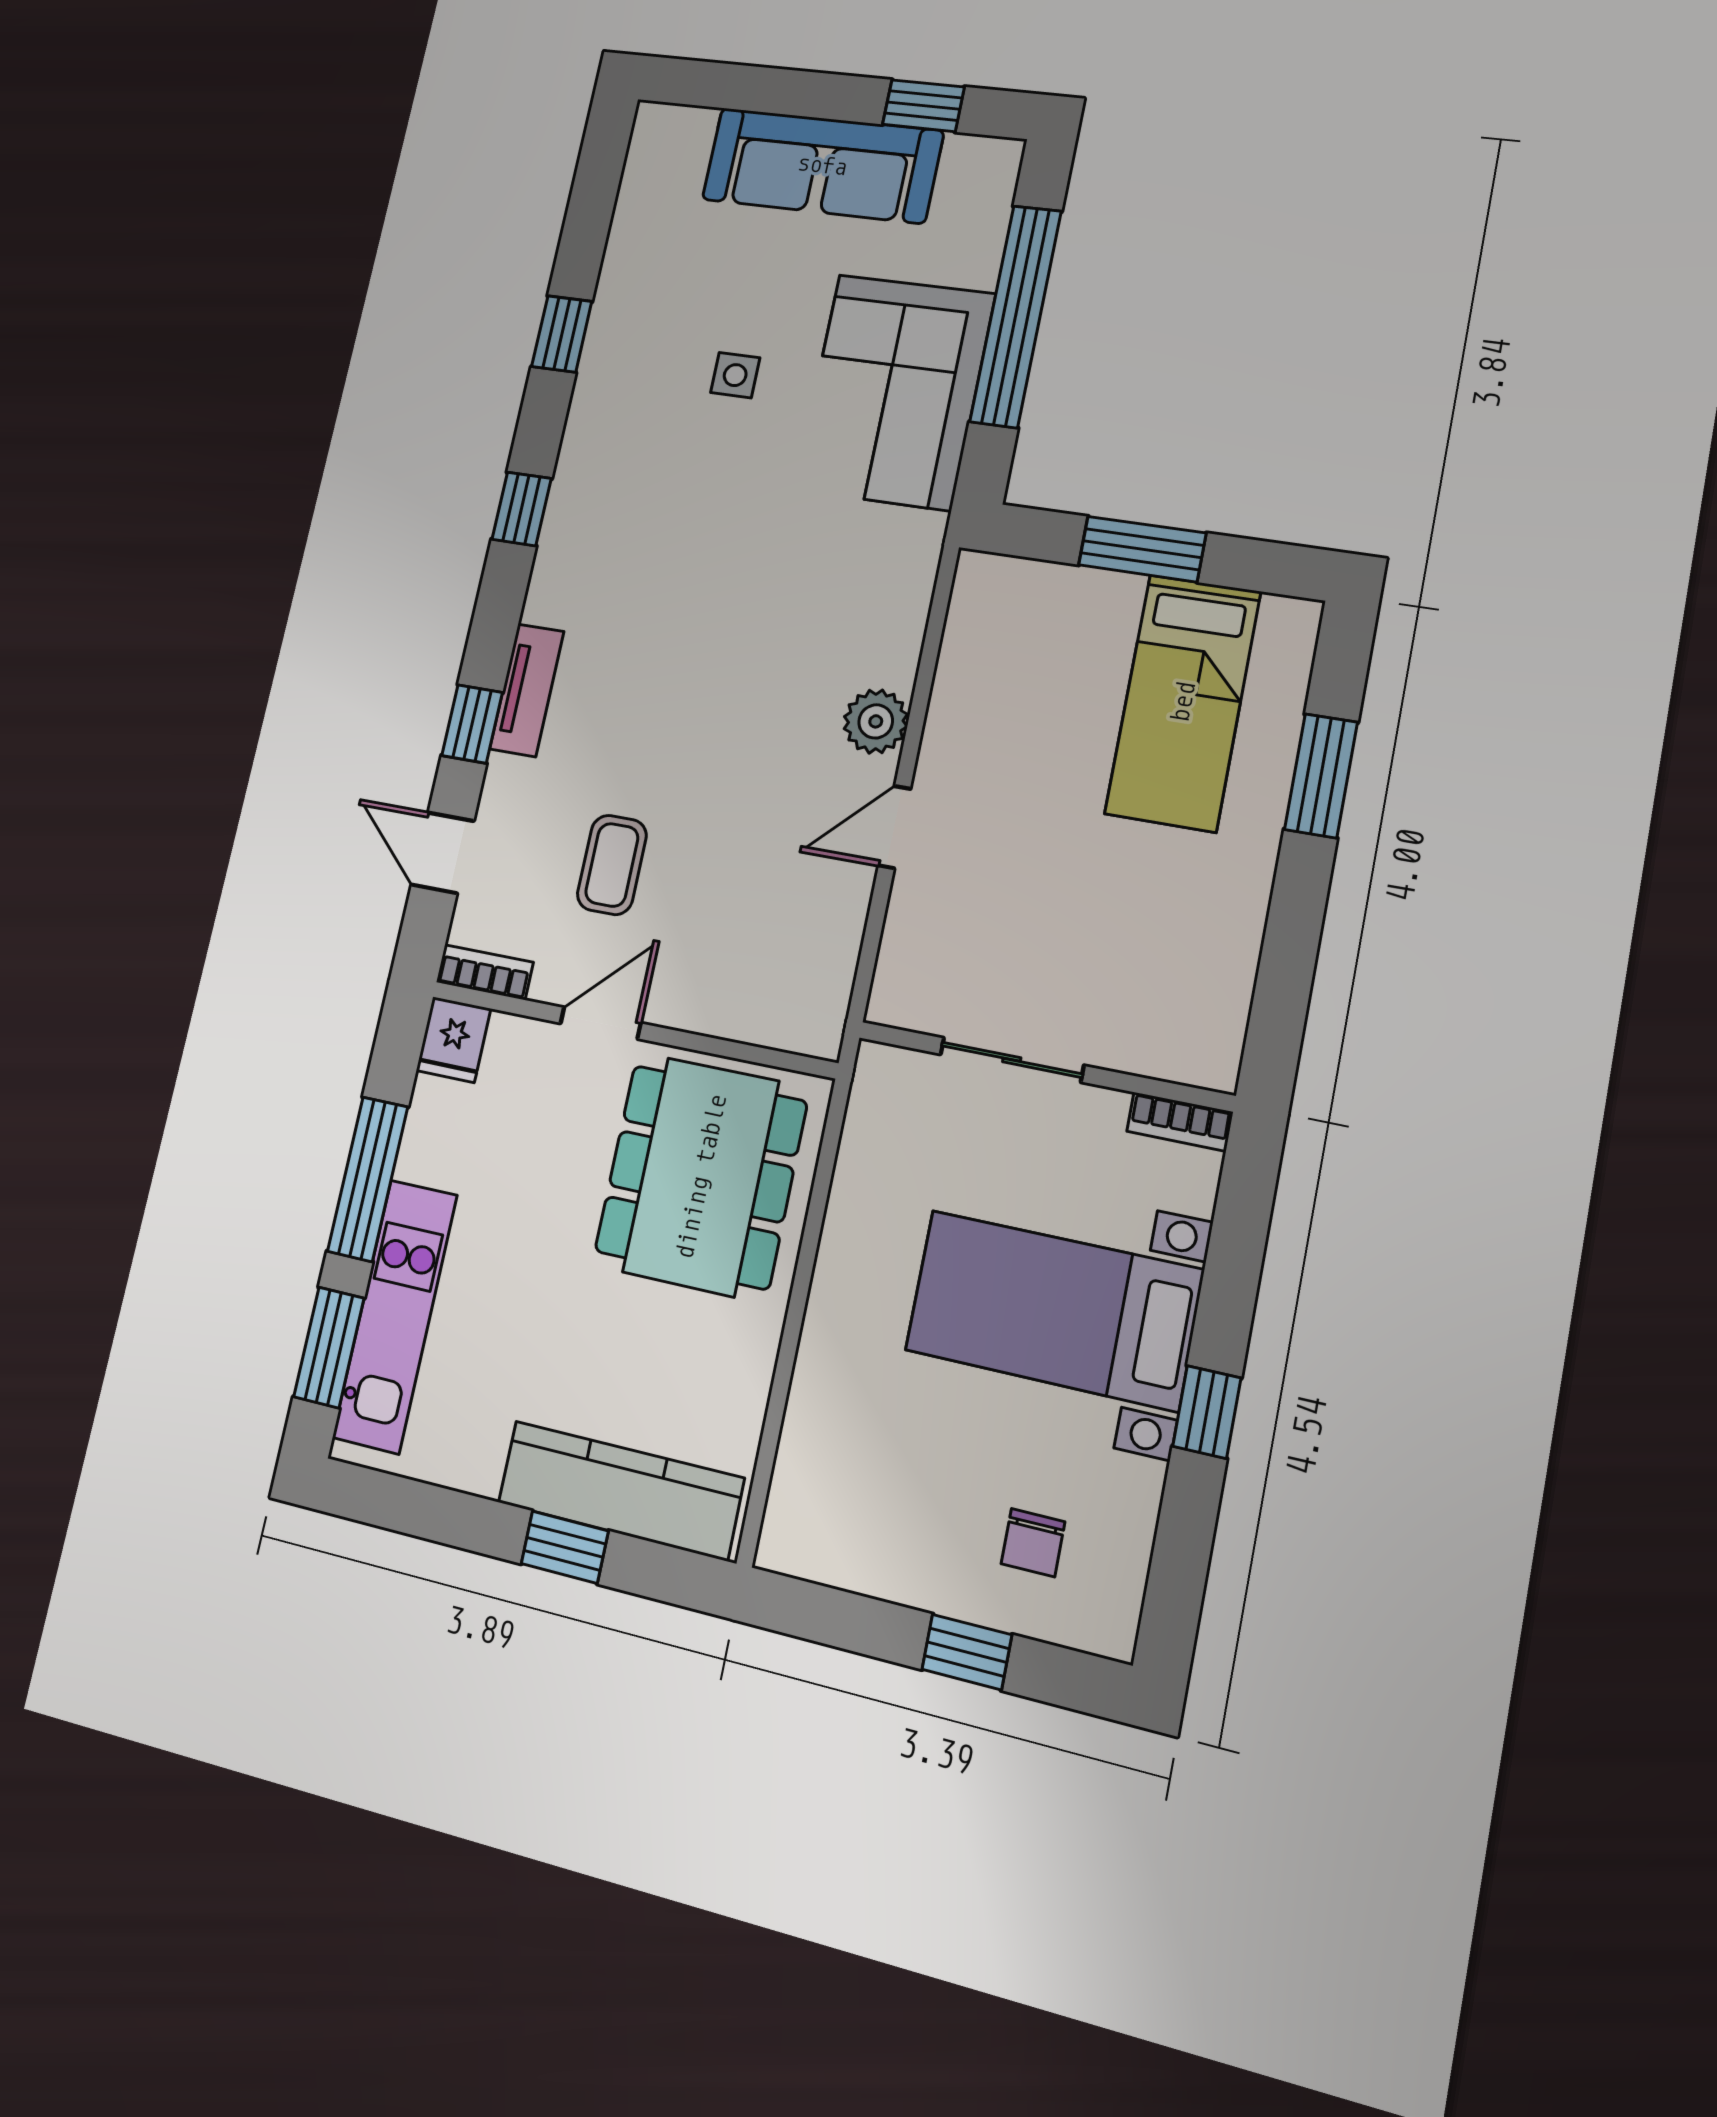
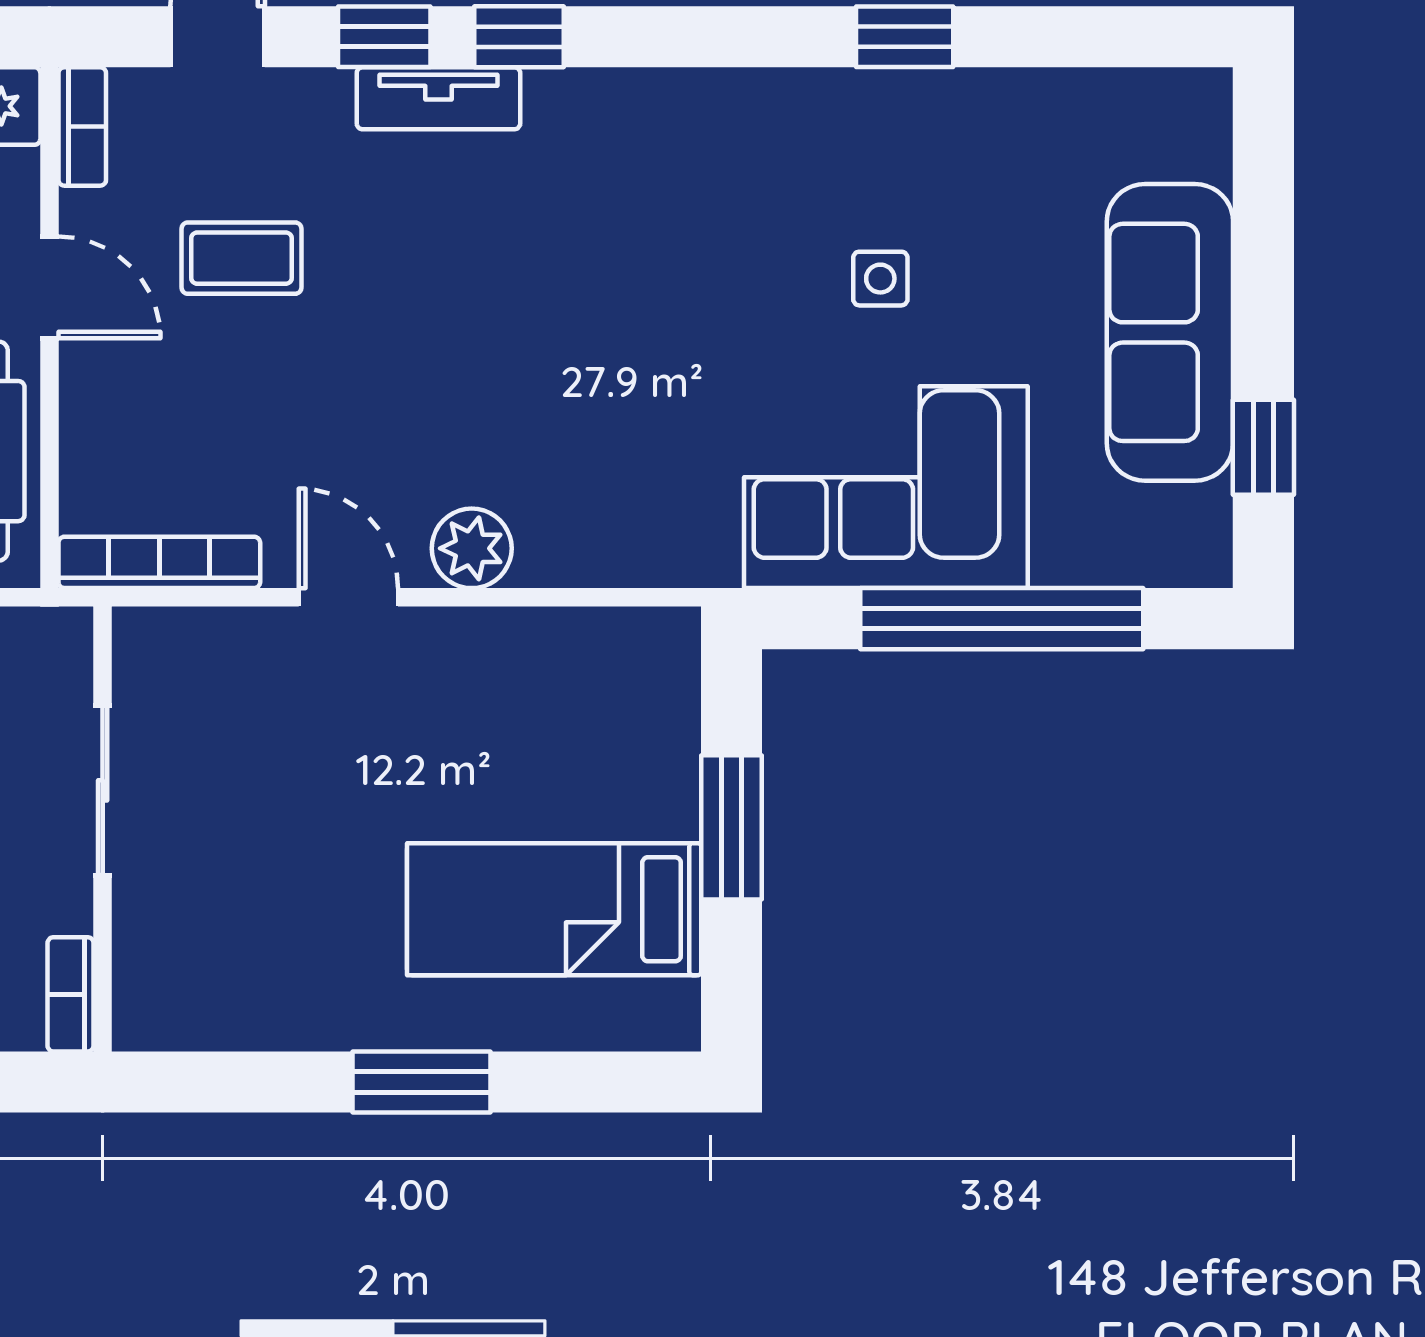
window: (522, 509) -> (519, 37), moved
window: (1321, 776) -> (421, 1082), moved
bookcase: (835, 976) -> (159, 562), added

